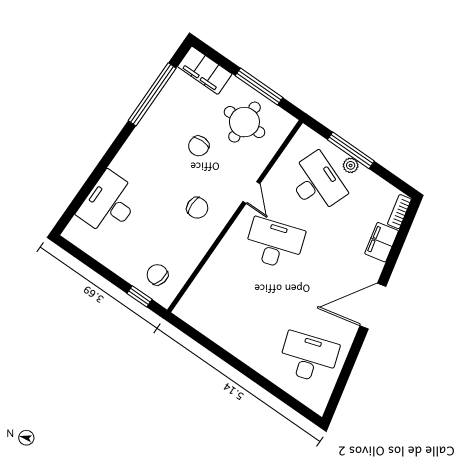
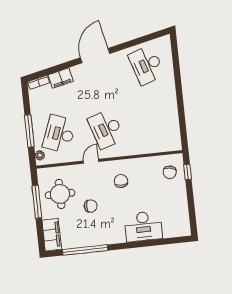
plant: (351, 165) -> (40, 155), moved
desk: (109, 204) -> (143, 226), moved
door: (373, 306) -> (95, 56), swing flipped

